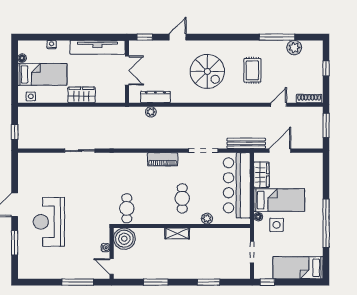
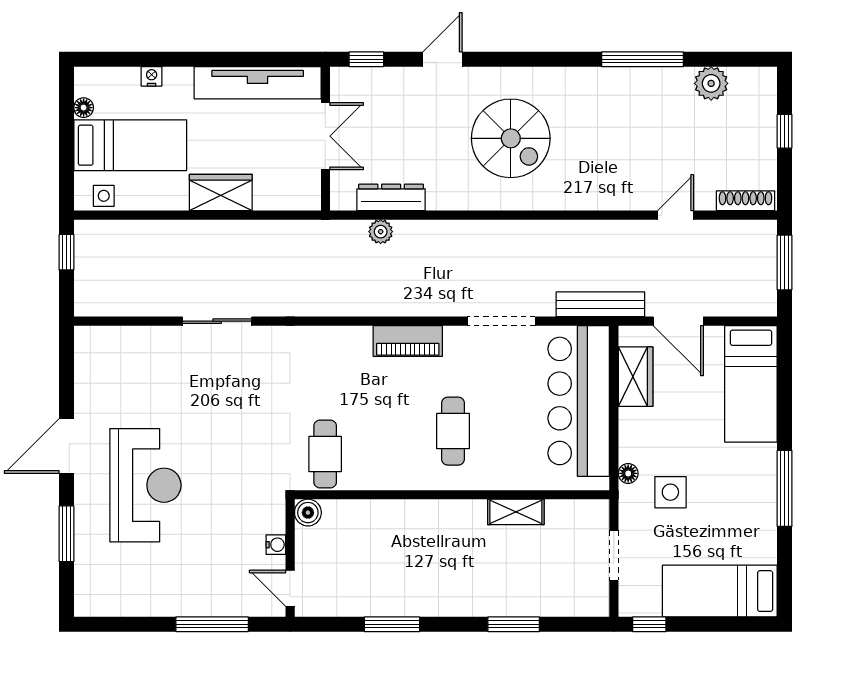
window: (277, 37) -> (643, 59), moved
rug: (252, 70) -> (615, 136), removed
window: (15, 132) -> (66, 252), moved
door: (280, 151) -> (678, 321), swing flipped
bed: (279, 200) -> (751, 384), moved, turned 90
plant: (207, 219) -> (510, 478), removed
reception desk: (49, 222) -> (145, 485), turned 180
window: (326, 223) -> (785, 488), width x0.68
shelving: (177, 233) -> (516, 512), moved
boiler: (124, 239) -> (308, 513), width x0.54, depth x0.54

